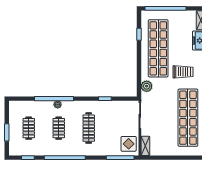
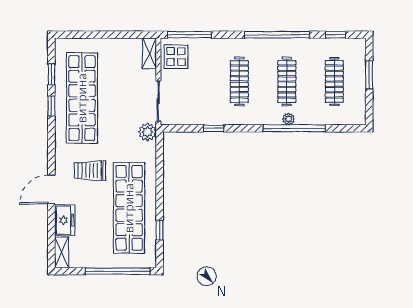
plant: (147, 86) -> (147, 132), moved
clothes rail: (29, 128) -> (334, 82), width x1.36
clothes rail: (59, 128) -> (287, 82), width x1.36

